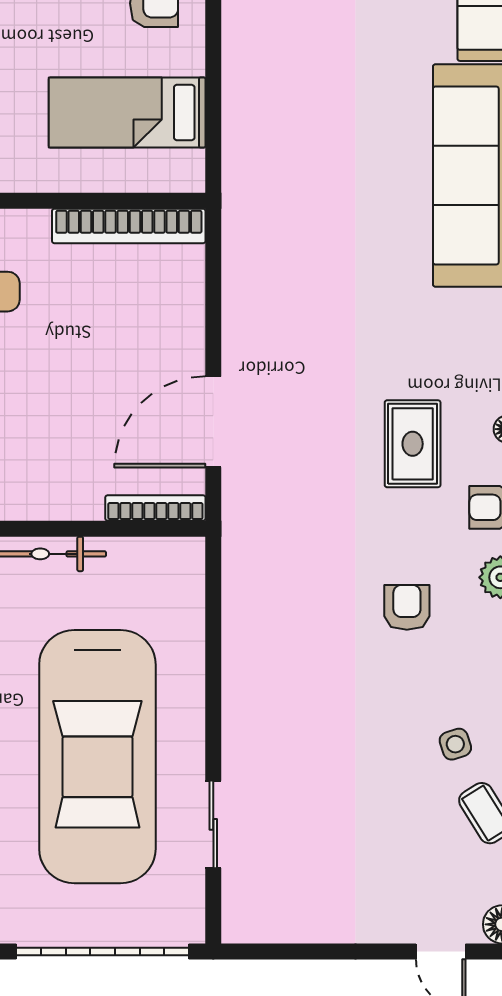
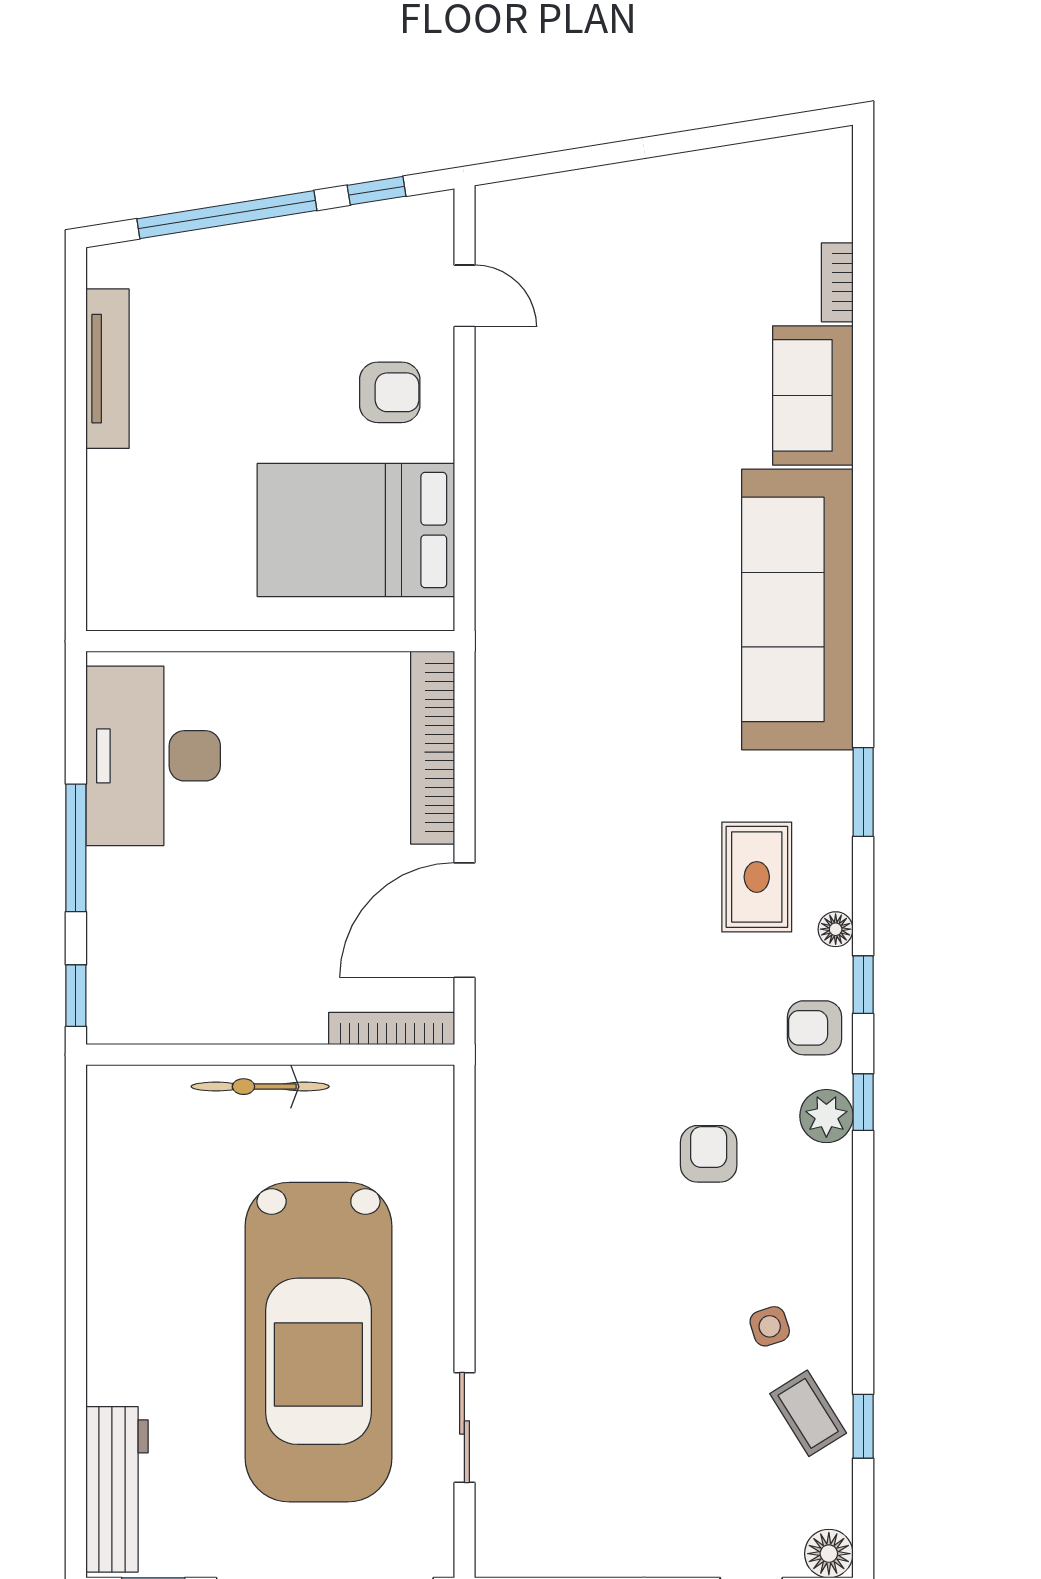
bed: (127, 112) -> (356, 530), width x1.50
bookcase: (129, 226) -> (433, 748), moved, turned 90
rug: (413, 444) -> (757, 877), moved

